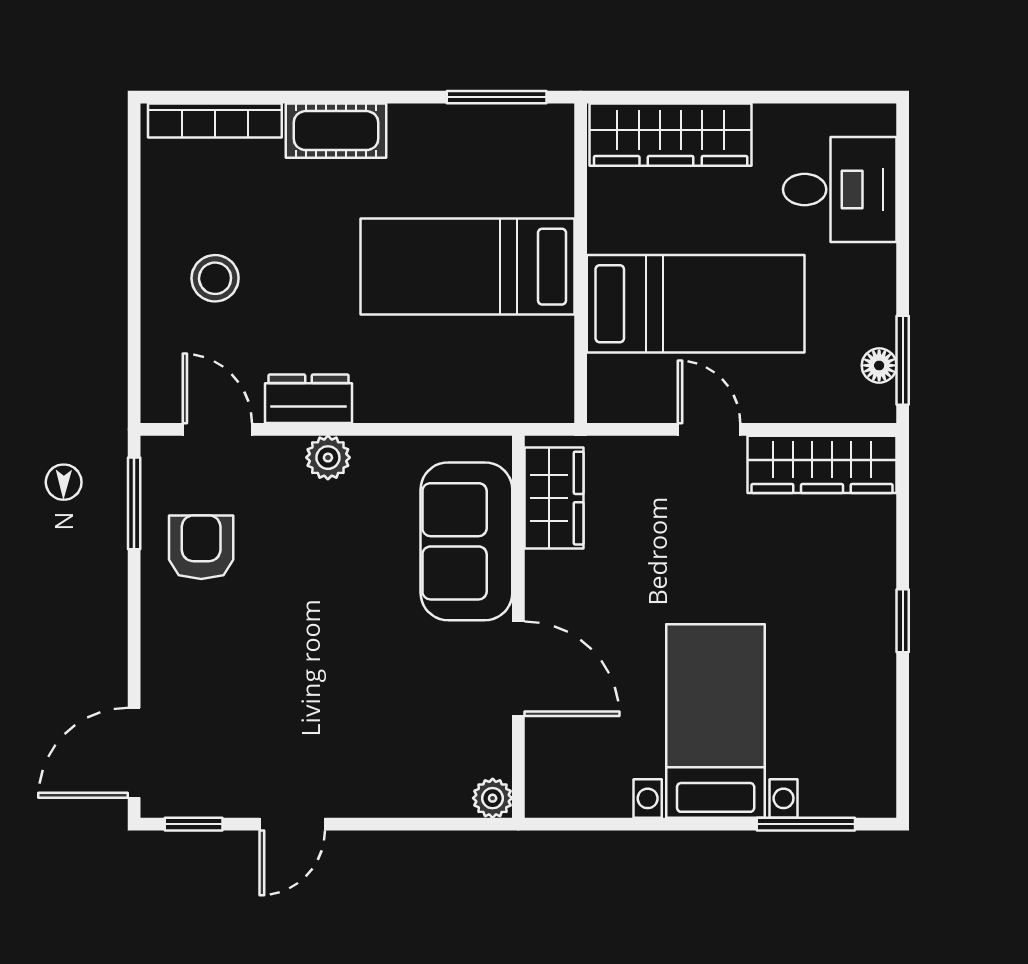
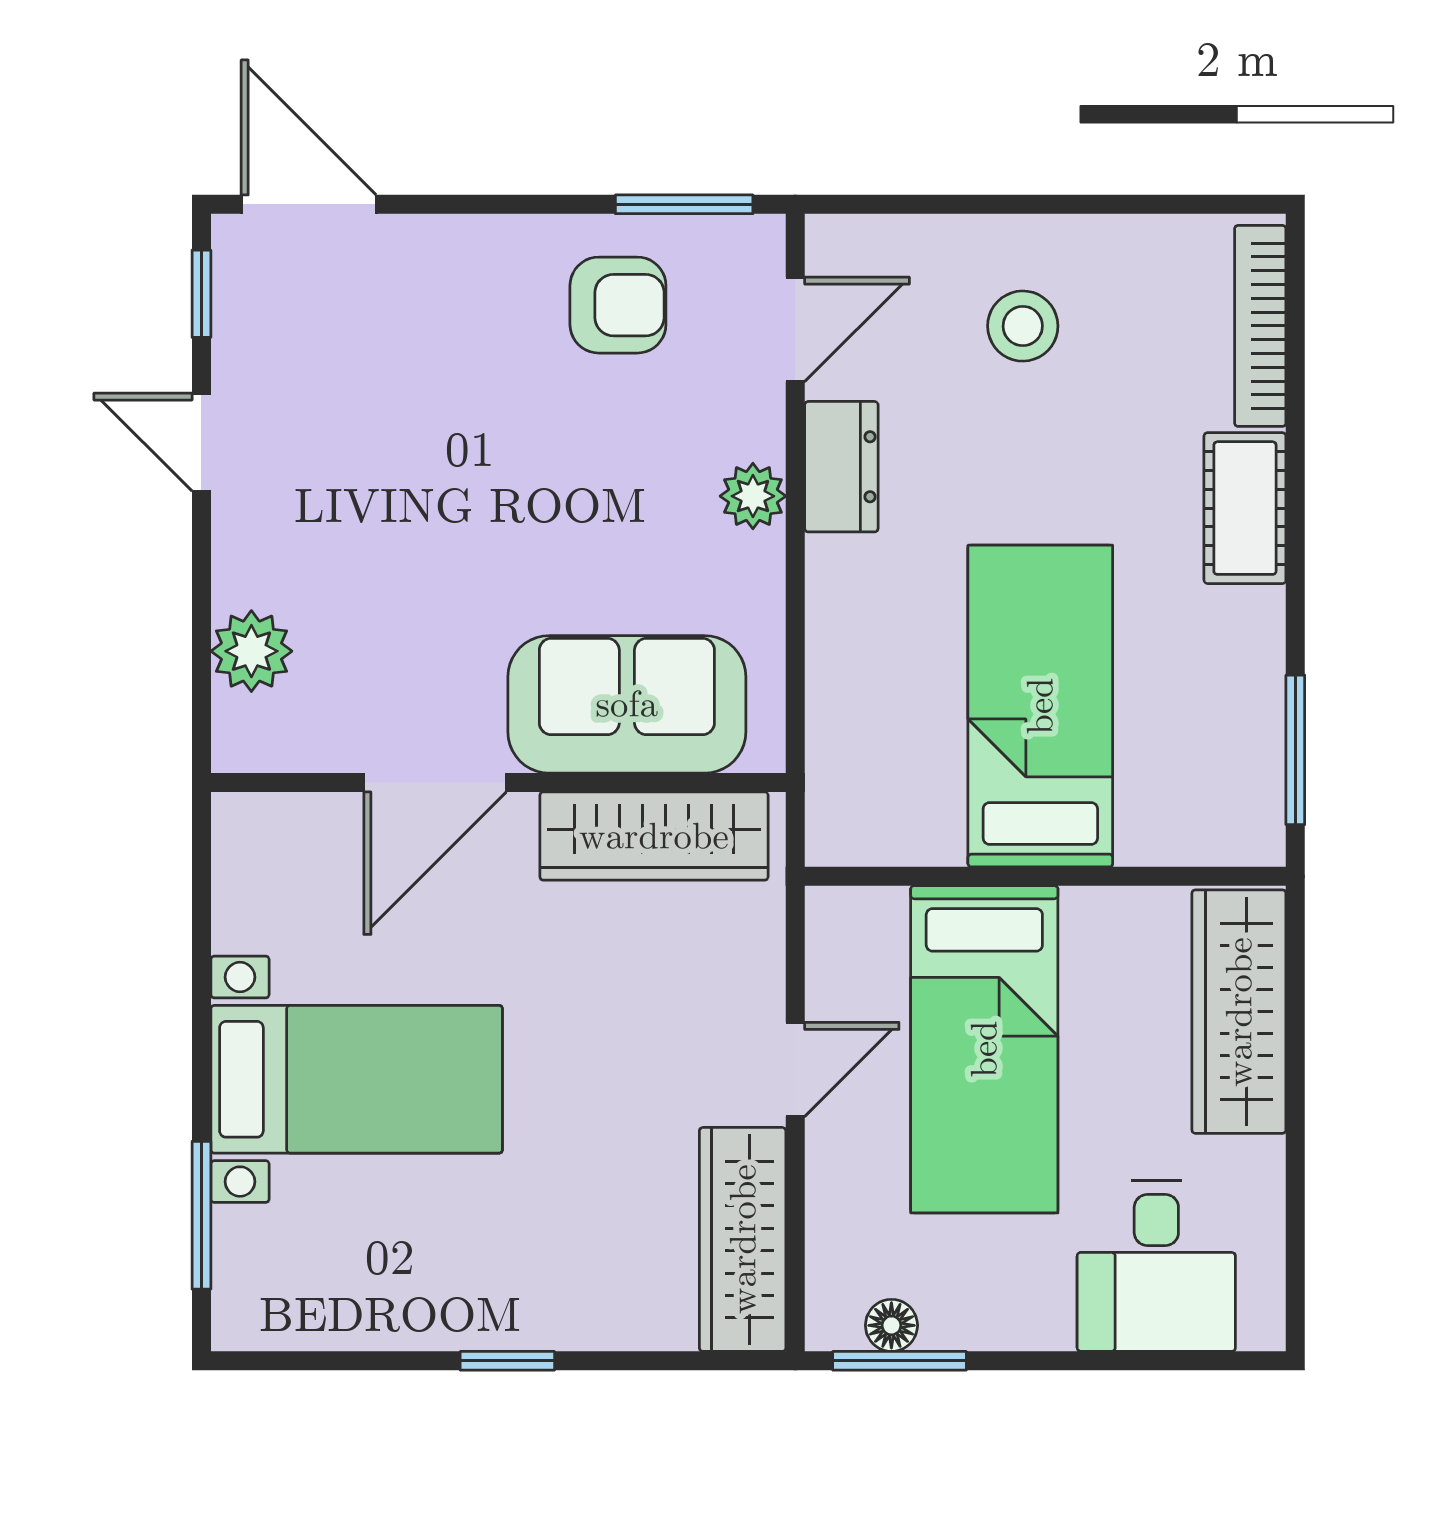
wardrobe: (554, 498) -> (654, 836), width x1.50
plant: (493, 798) -> (251, 651), moved, width x1.38, depth x1.38

